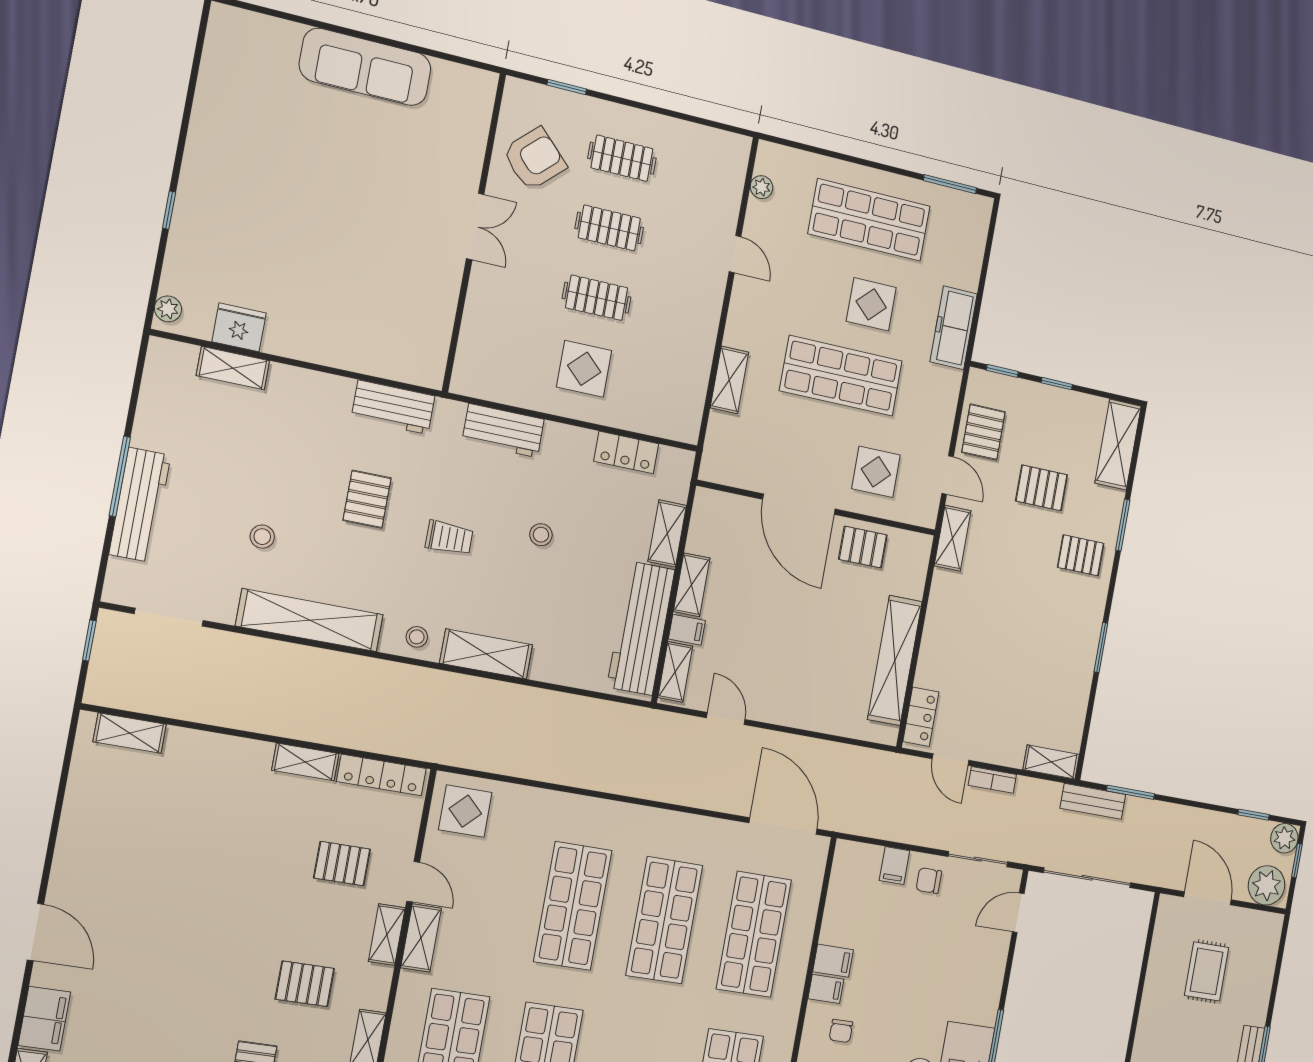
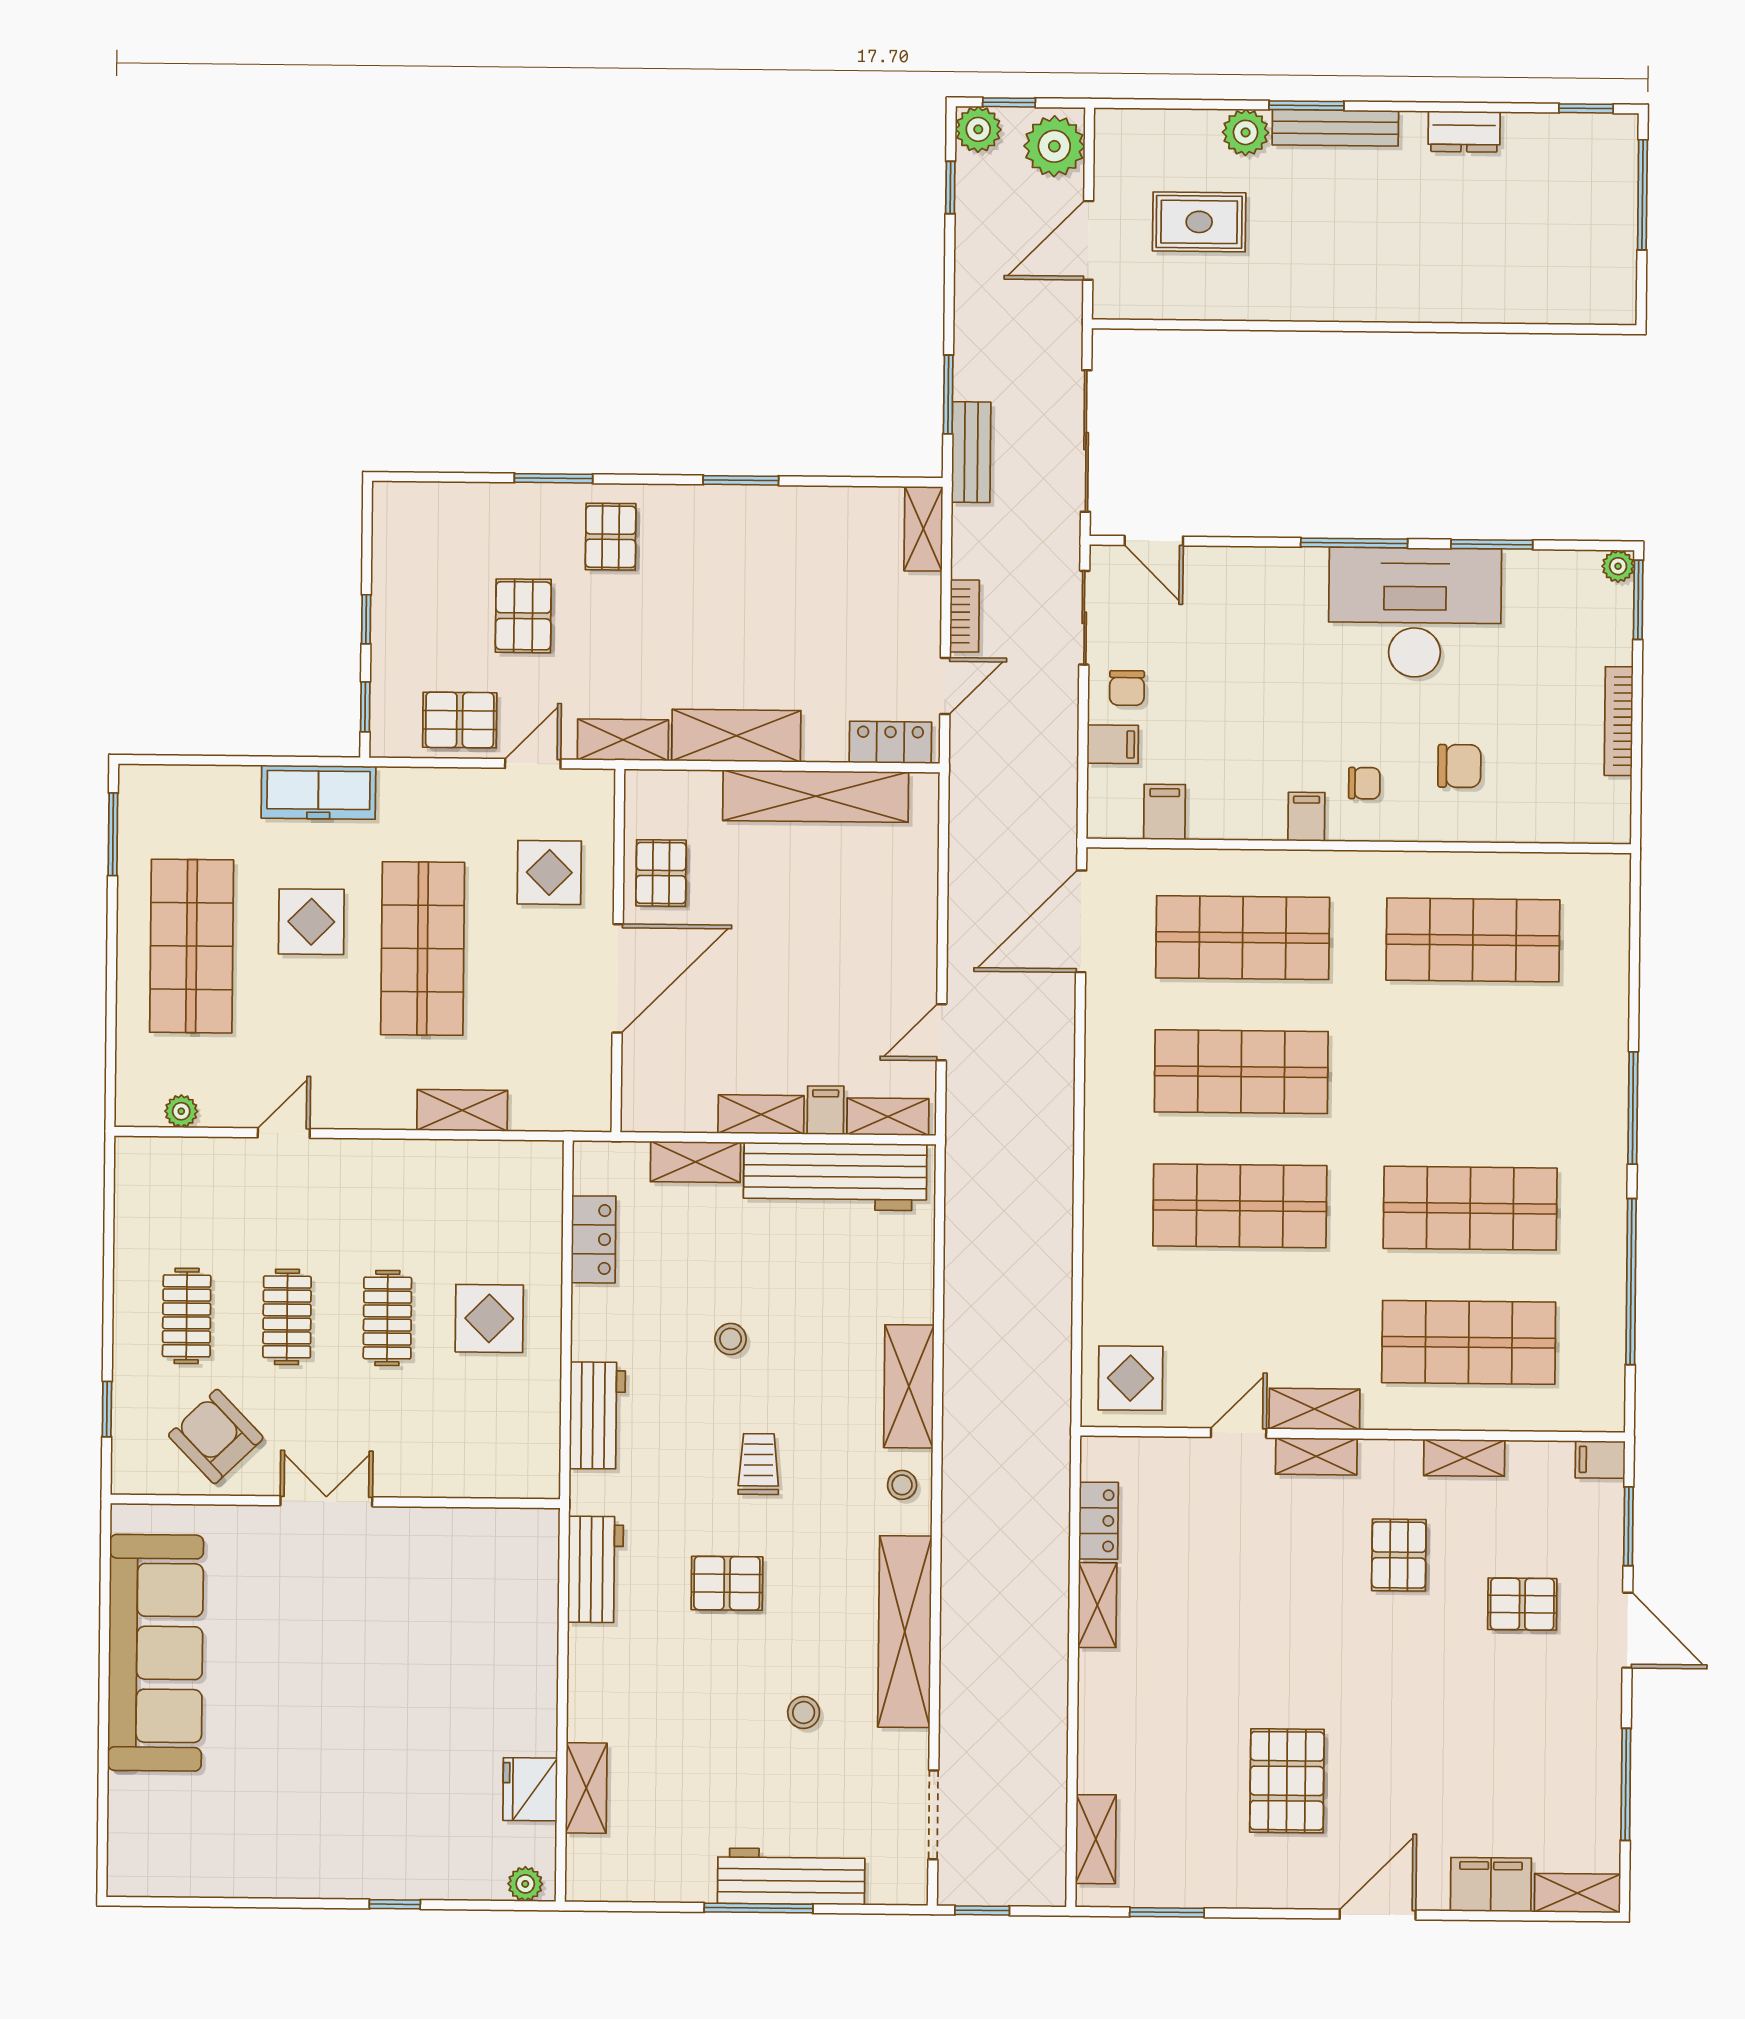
sofa: (365, 67) -> (156, 1653), width x1.36, depth x1.27
shelving: (1118, 445) -> (736, 736), moved
locker: (381, 775) -> (1099, 1521), width x0.66
window: (64, 777) -> (1167, 1912), added
pallet: (342, 864) -> (1287, 1781), moved, width x1.50, depth x1.42
filing cabinet: (833, 961) -> (1165, 812), moved
plant: (1254, 1009) -> (1246, 132), added

